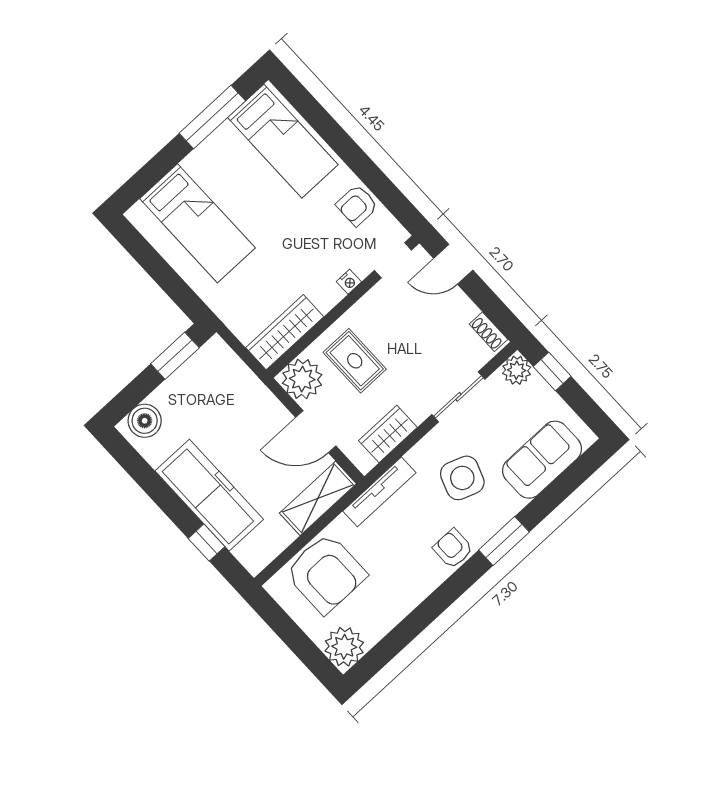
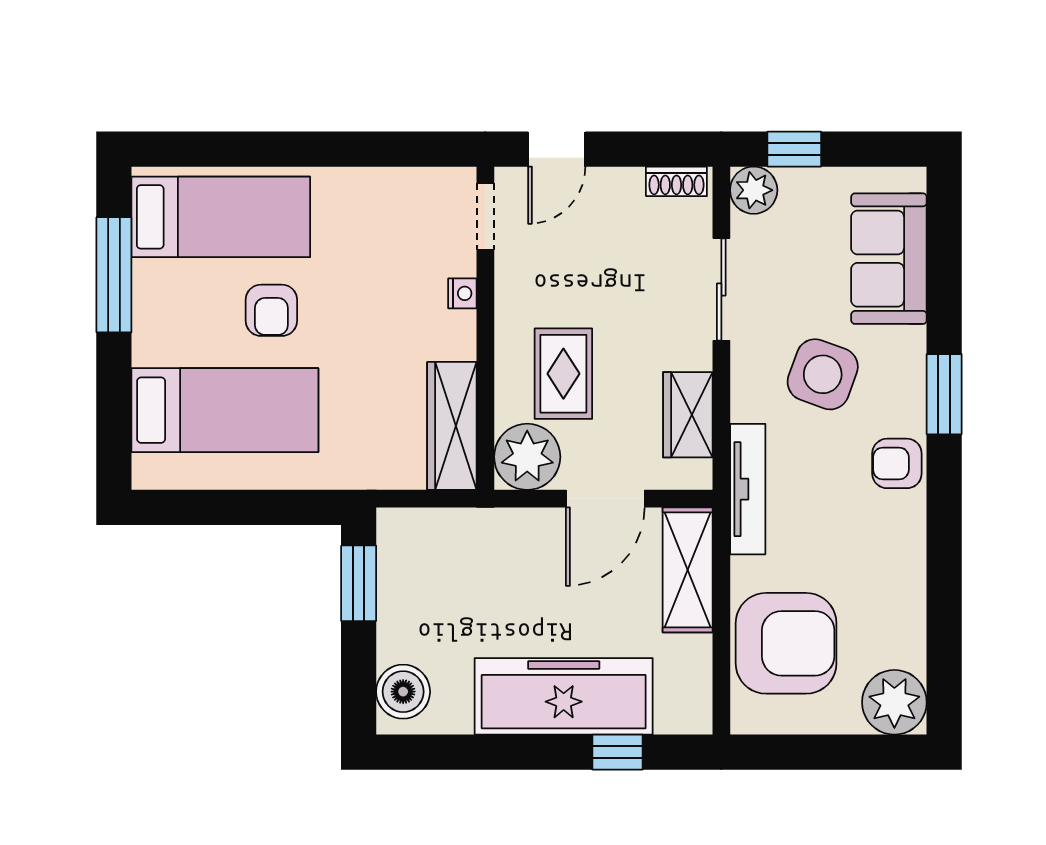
armchair: (357, 205) -> (271, 310), moved
rug: (355, 361) -> (563, 374), turned 90

